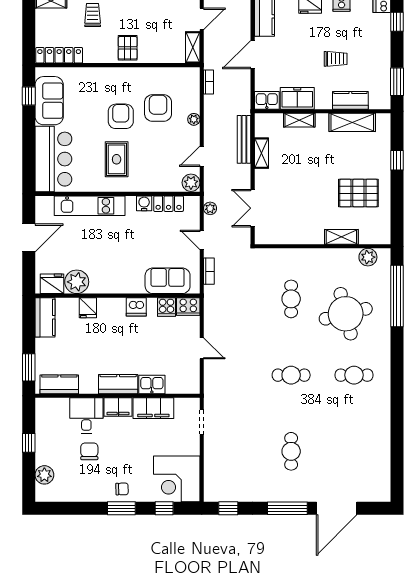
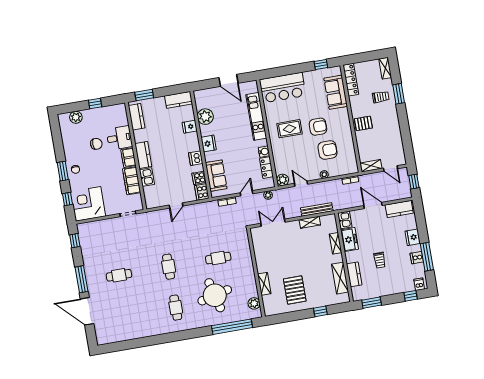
sofa: (49, 101) -> (336, 92), moved, turned 90
fridge: (52, 284) -> (209, 143), moved

